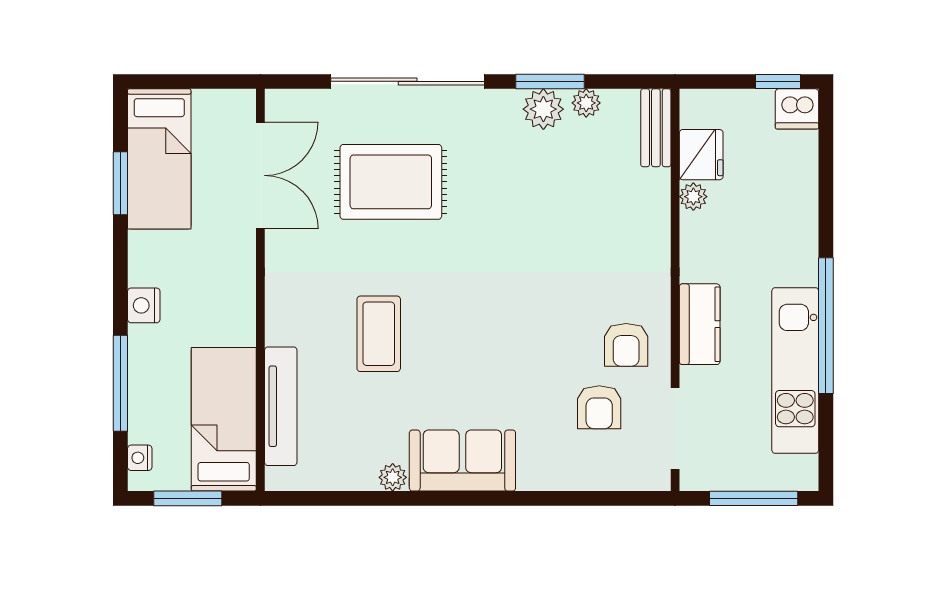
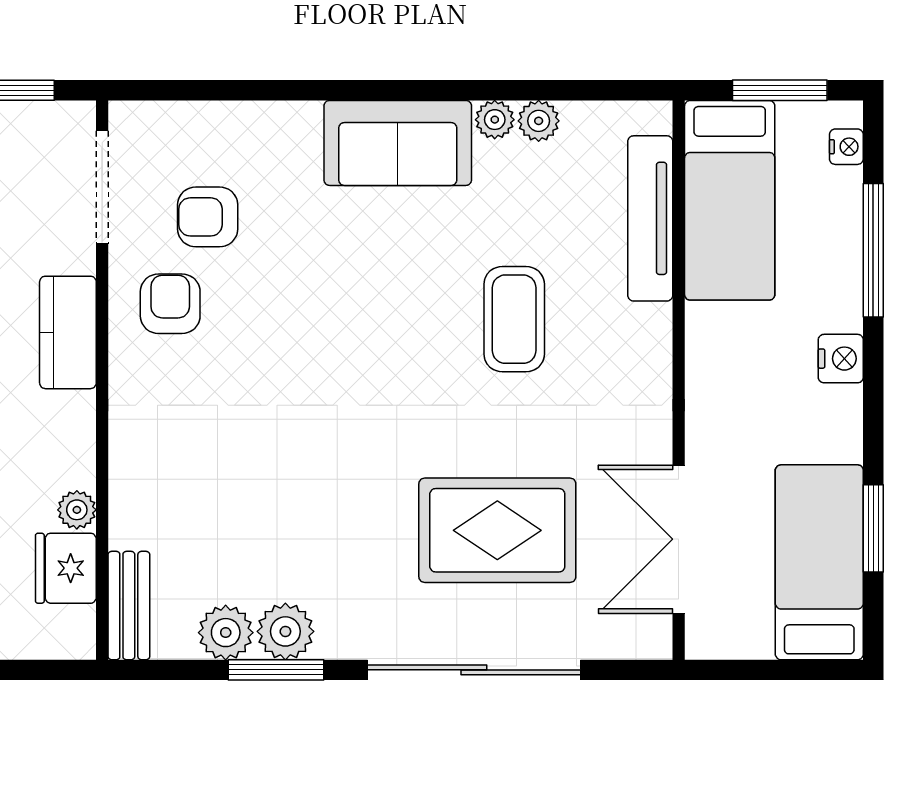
plant: (586, 103) -> (226, 633), width x1.38, depth x1.38
armchair: (599, 407) -> (208, 217), turned -90
plant: (361, 476) -> (539, 121), added

